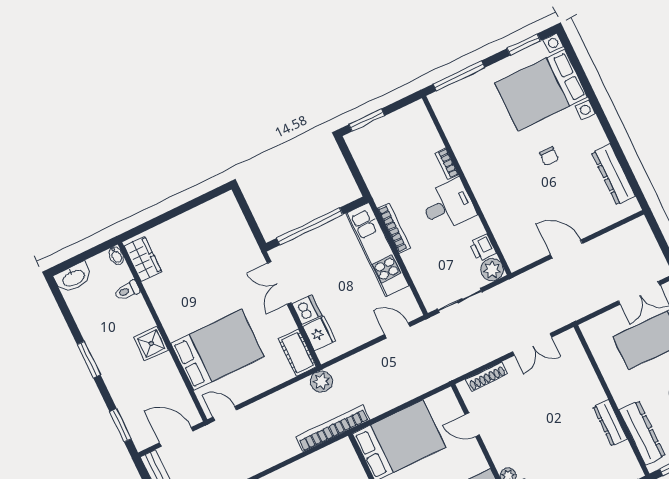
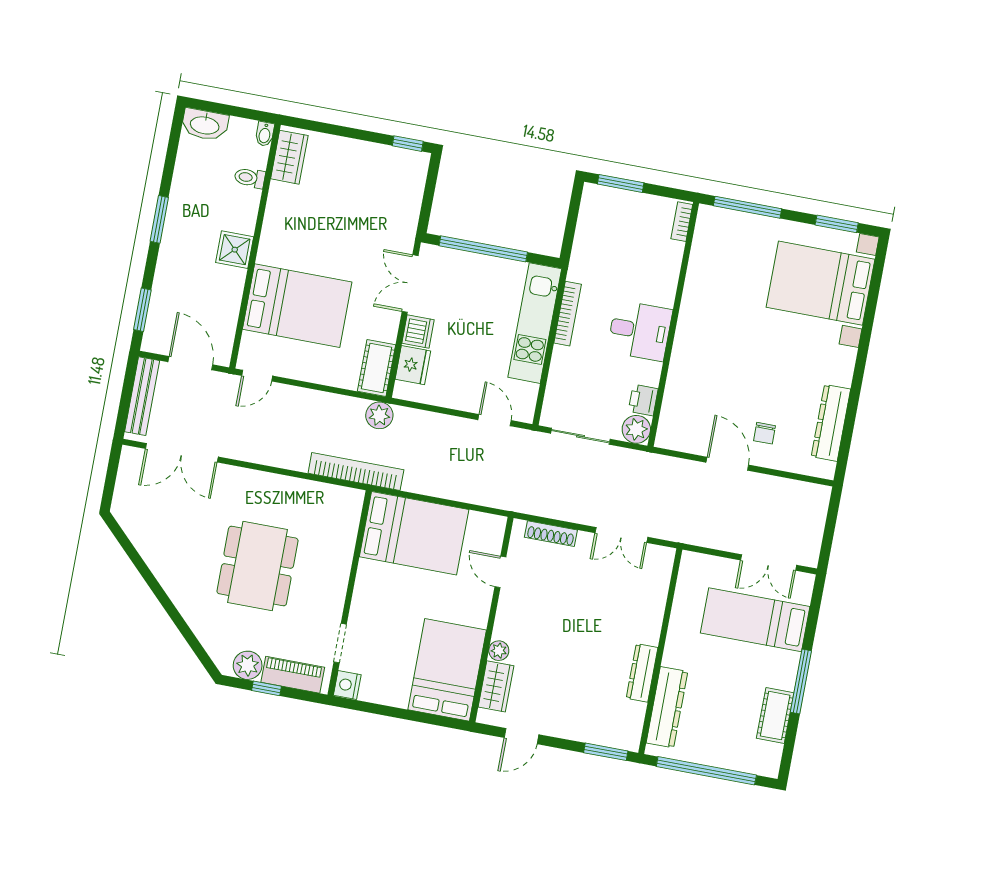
chair: (549, 156) -> (764, 433), moved
bookcase: (447, 164) -> (682, 222), moved
window: (212, 195) -> (408, 144), added
door: (225, 414) -> (257, 376), swing flipped

